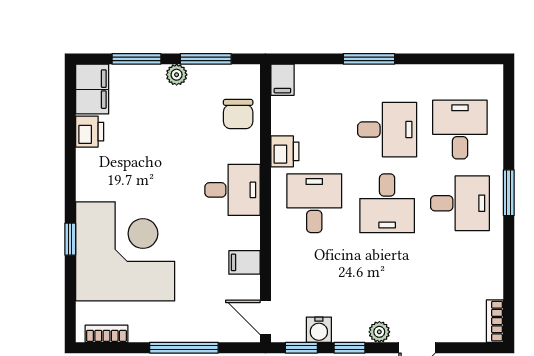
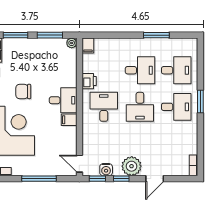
window: (369, 59) -> (156, 35), moved
plant: (177, 75) -> (72, 43), moved
chair: (238, 114) -> (23, 91), moved, turned 90
desk: (460, 130) -> (176, 70), turned 90
filing cabinet: (244, 262) -> (69, 120), moved
plant: (379, 332) -> (132, 166), width x1.88, depth x1.88

